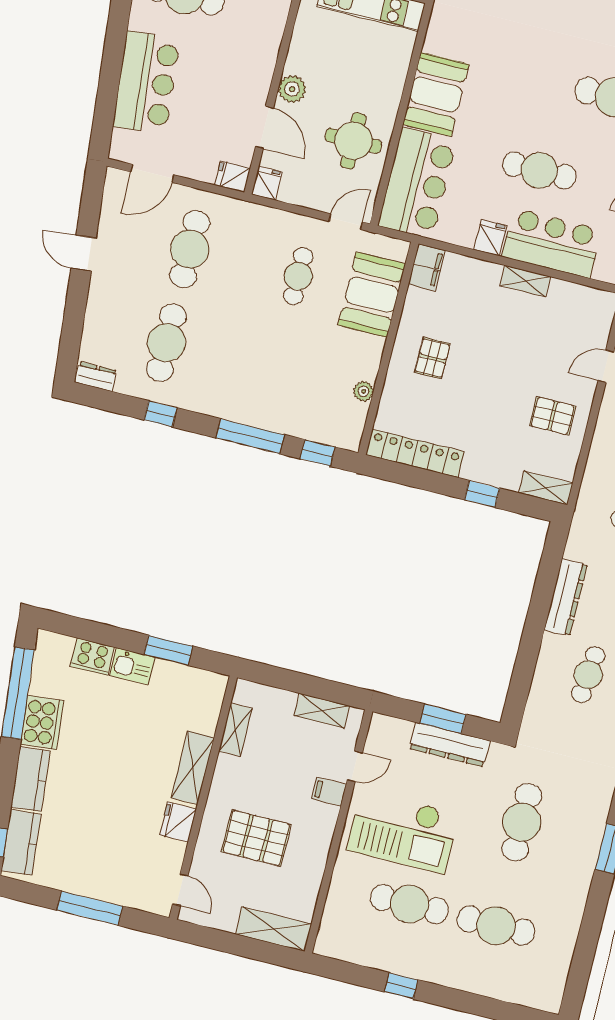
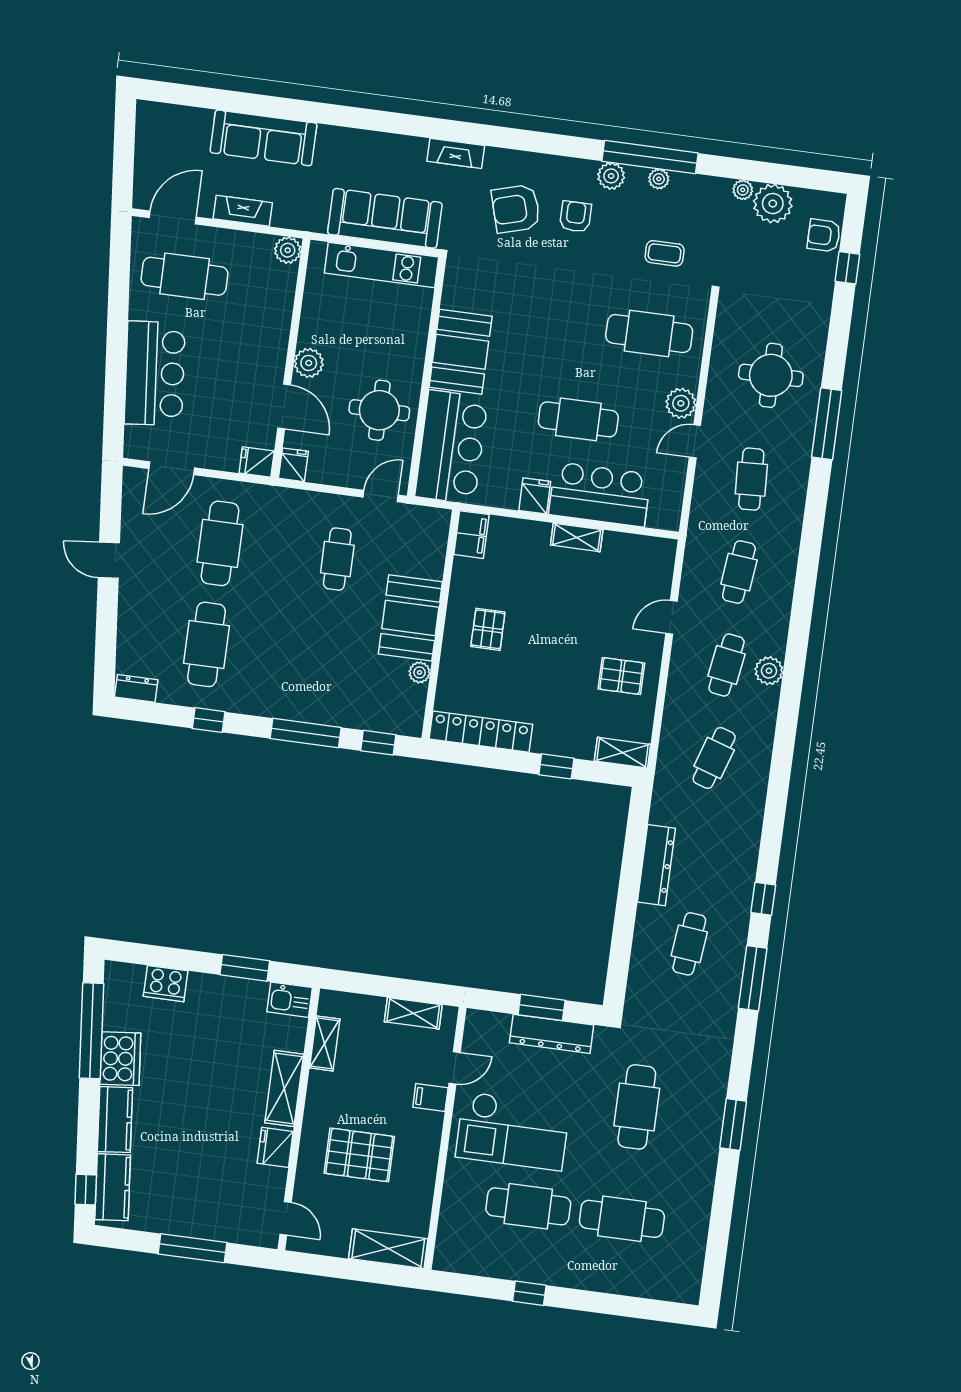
booth: (372, 295) -> (410, 618), moved
kitchen sink: (132, 666) -> (290, 1000), moved

